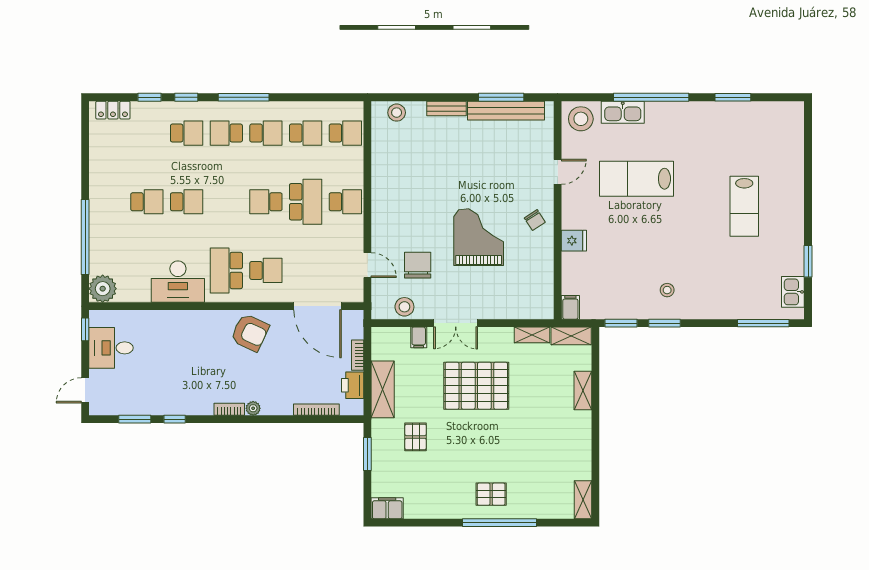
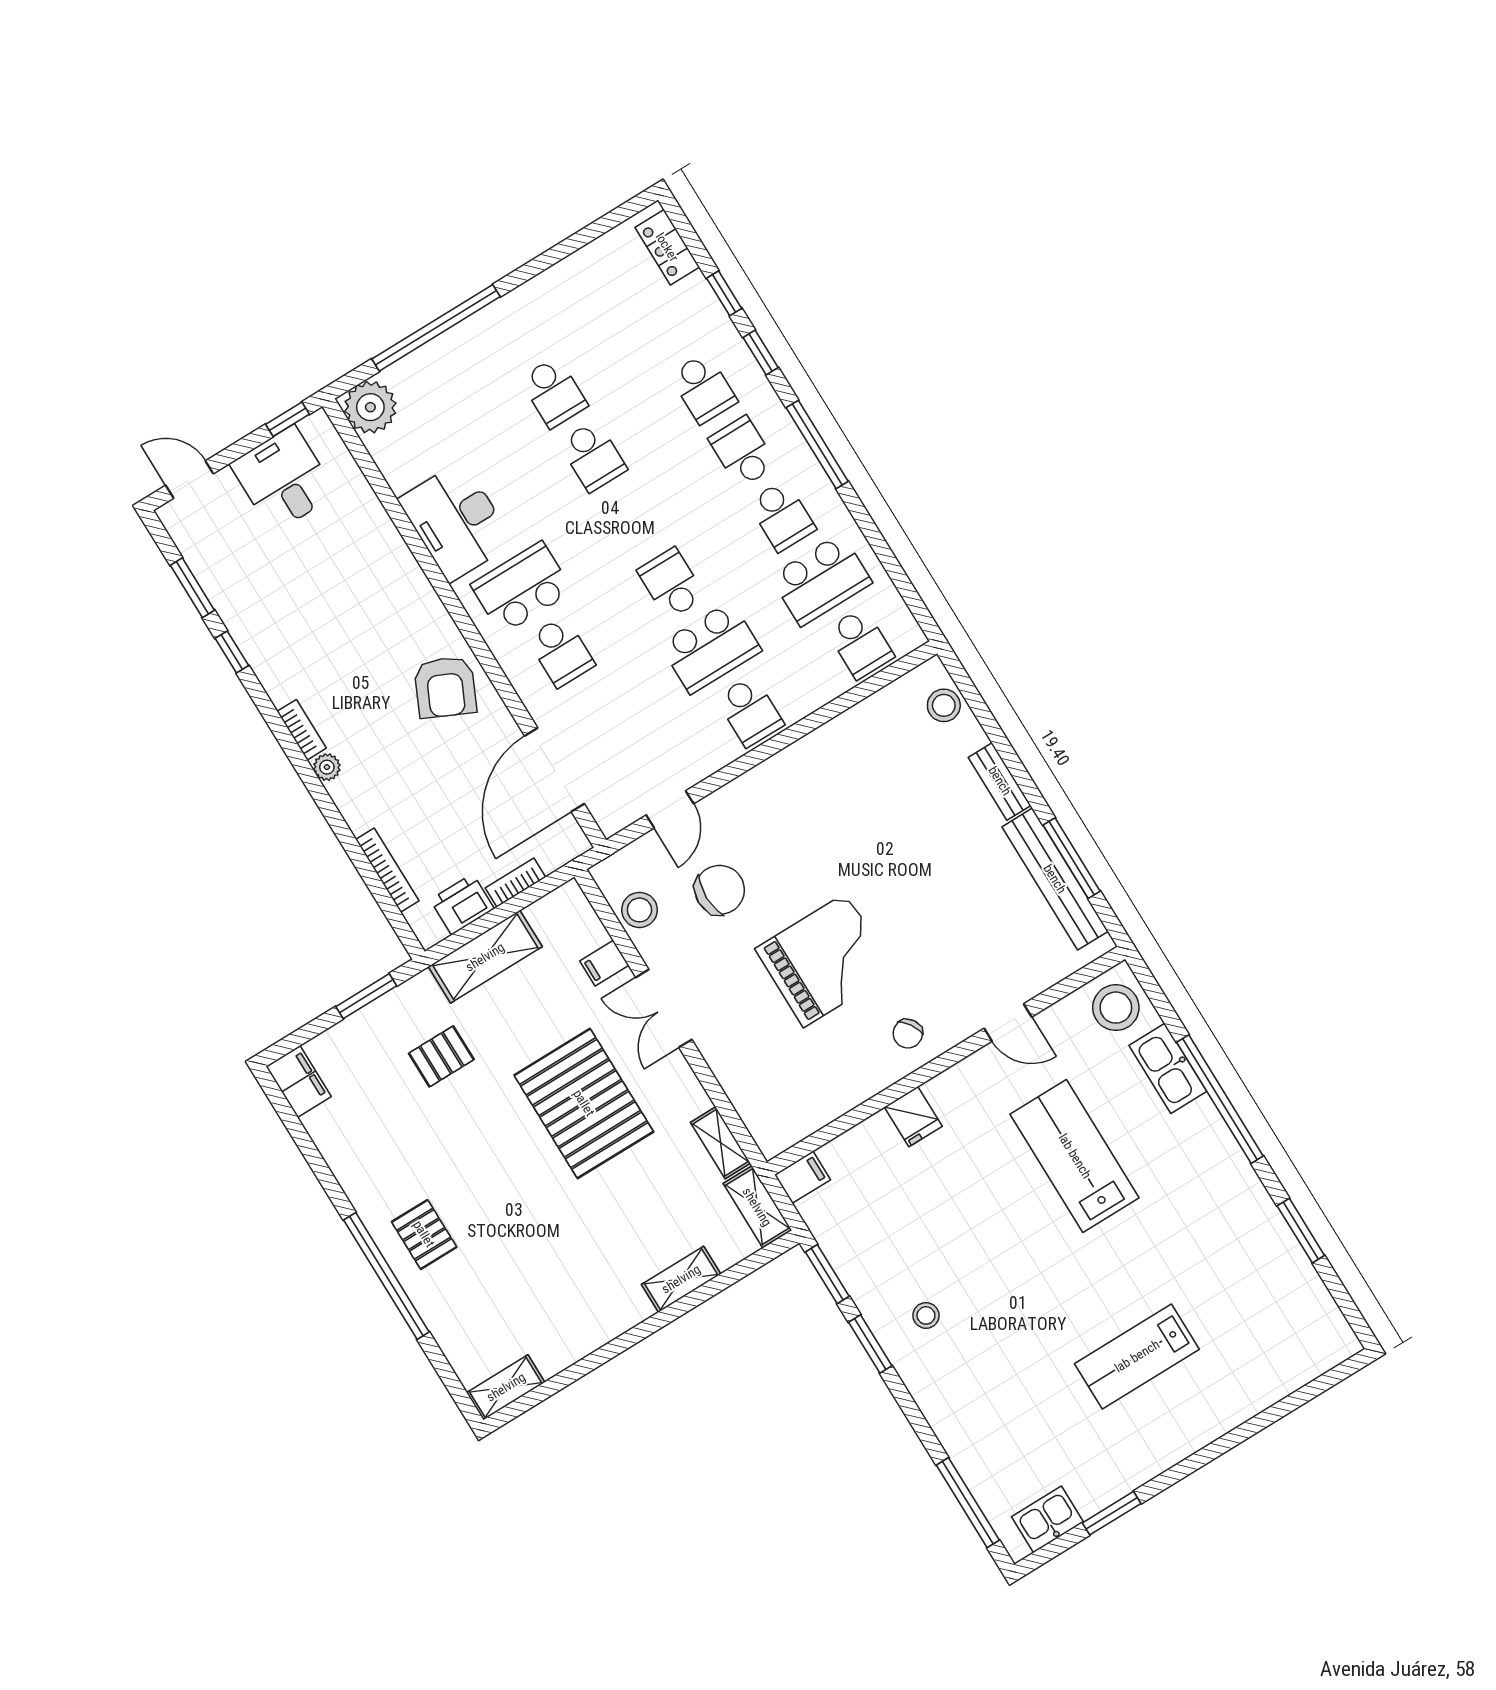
school desk: (306, 133) -> (821, 579), width x1.85

